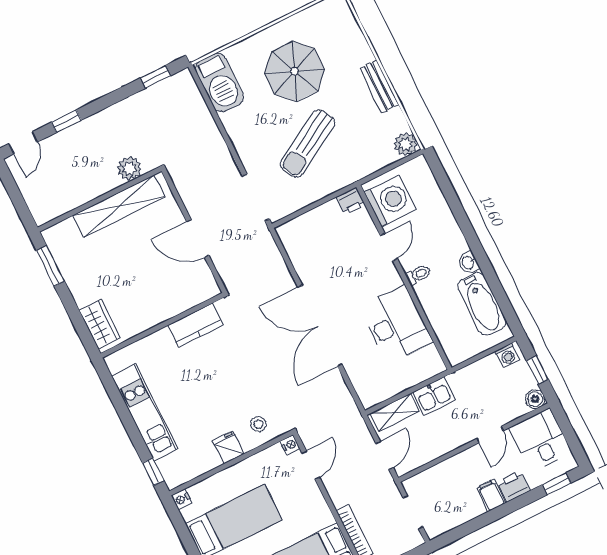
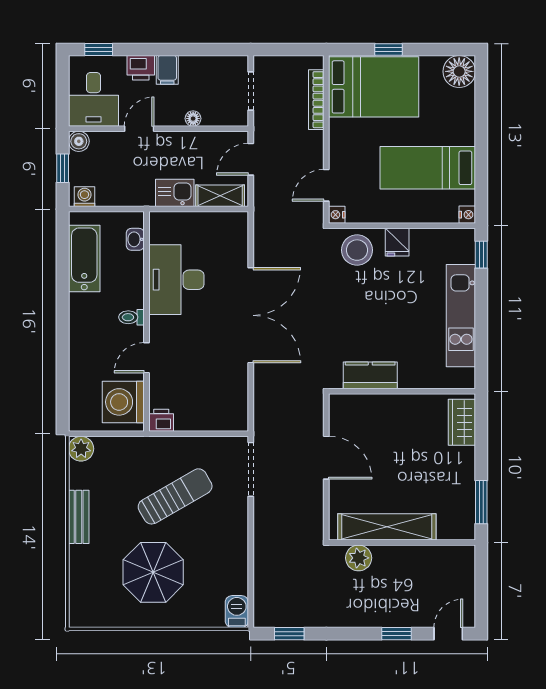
barbecue: (219, 83) -> (237, 612), width x0.53, depth x0.65
washbasin: (468, 263) -> (135, 239), moved, turned 180
stool: (258, 424) -> (357, 250), width x1.89, depth x1.89
floor lamp: (449, 465) -> (193, 119), added

